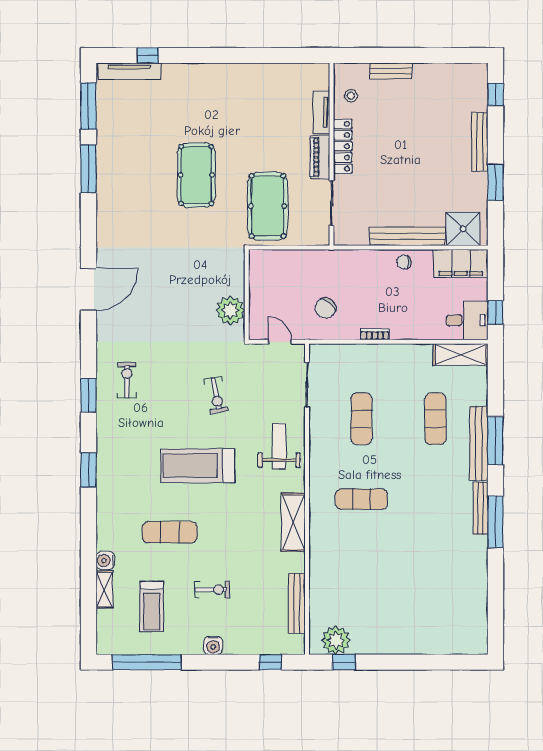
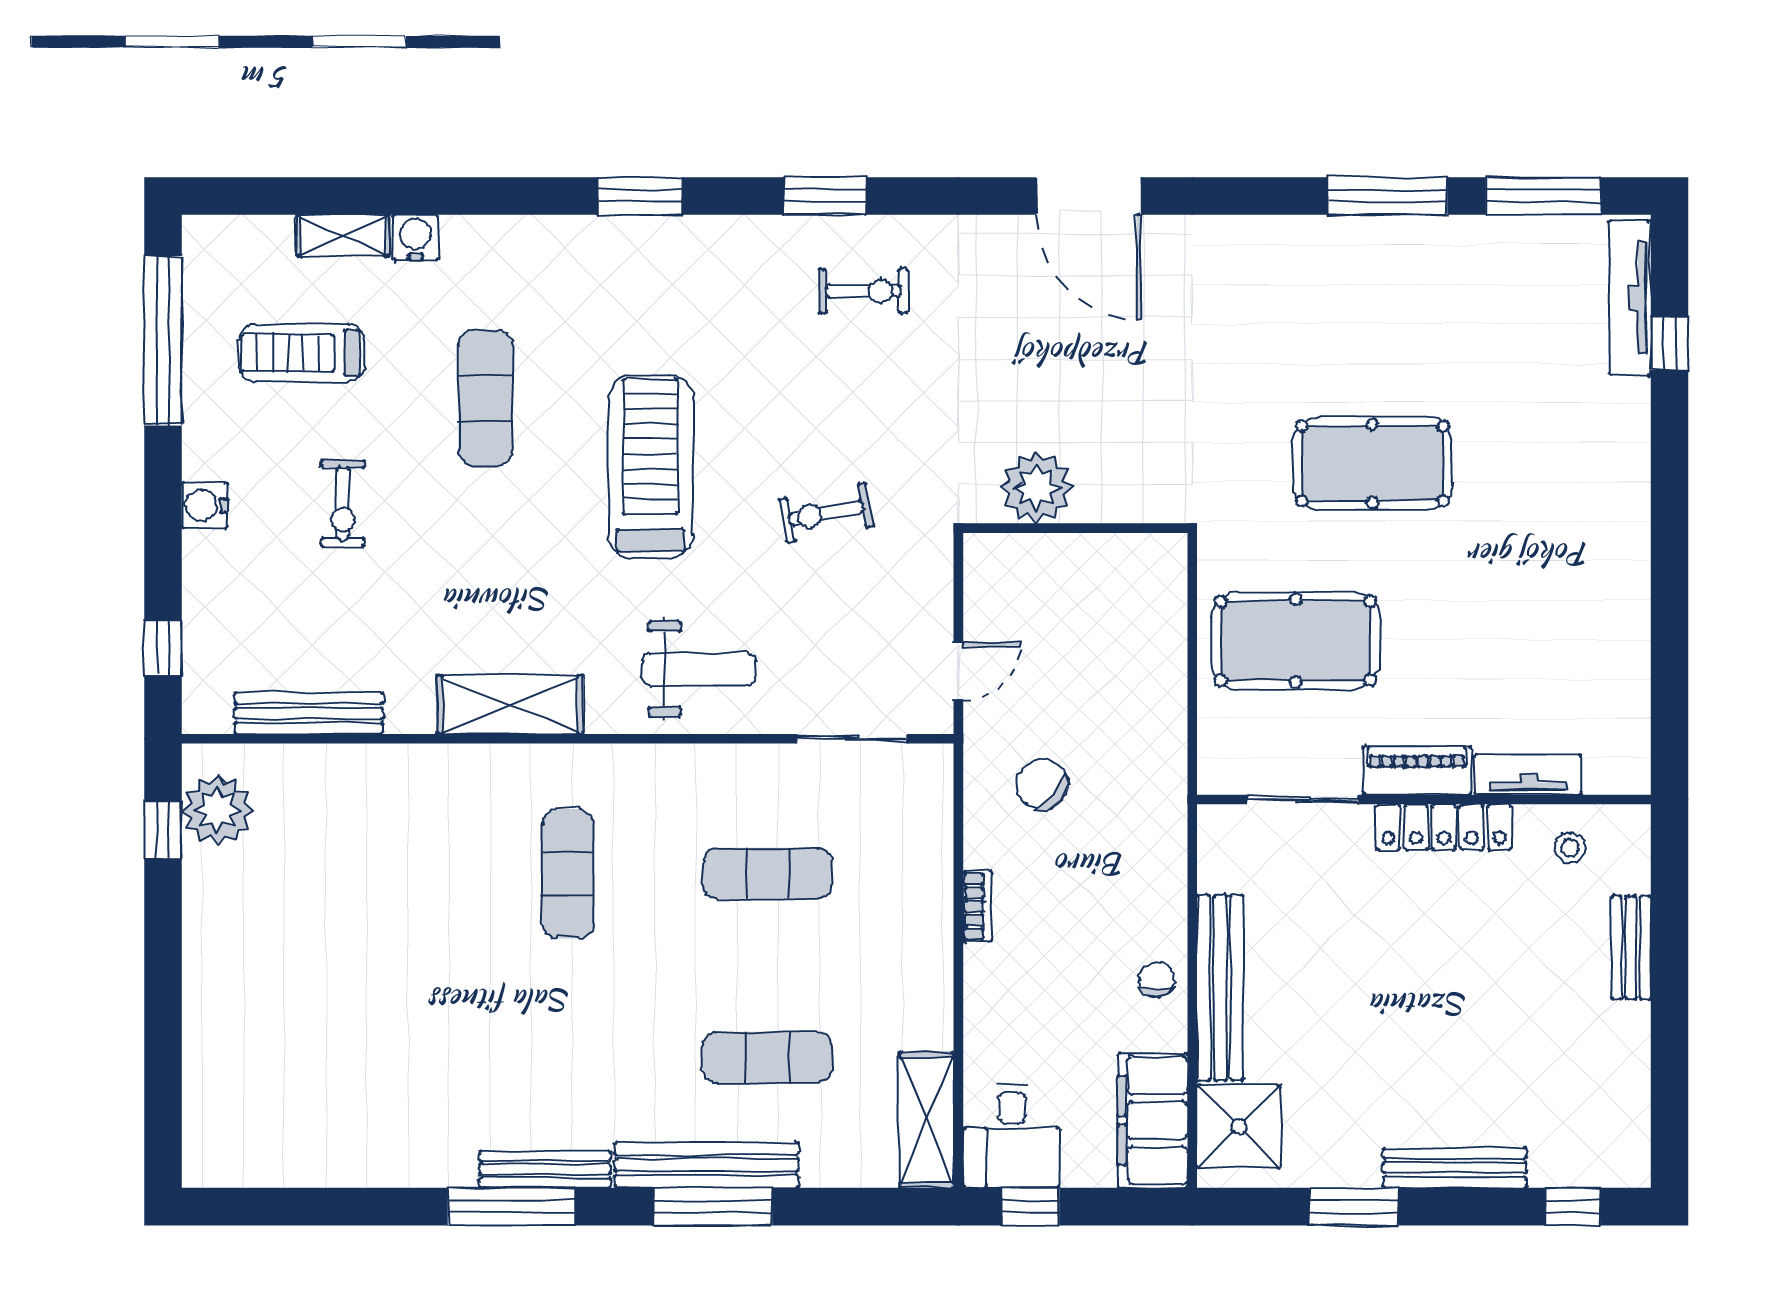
wall: (247, 295) -> (1075, 528), moved
plant: (230, 310) -> (1037, 487), moved

